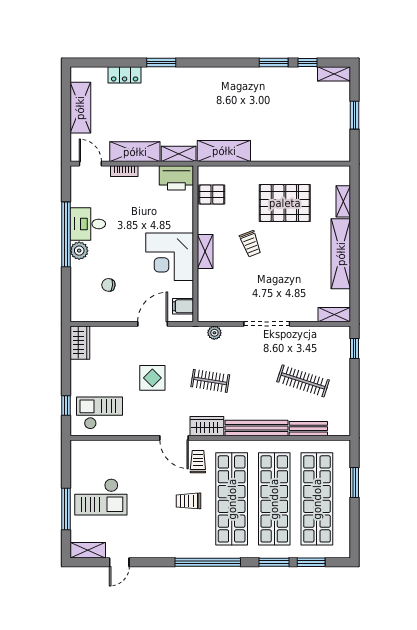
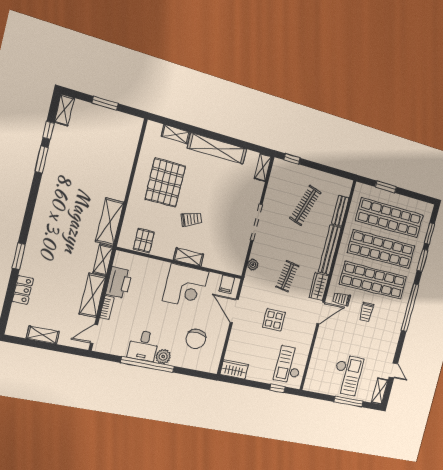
shelving: (80, 108) -> (43, 335), width x0.67, depth x0.75
printer: (176, 178) -> (119, 283), moved
chair: (108, 285) -> (196, 339), width x1.87, depth x1.87

